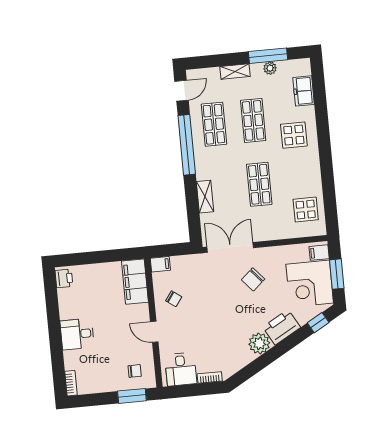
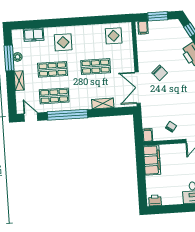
filing cabinet: (135, 282) -> (152, 160), moved, turned -90
corner desk: (310, 284) -> (164, 35), removed

